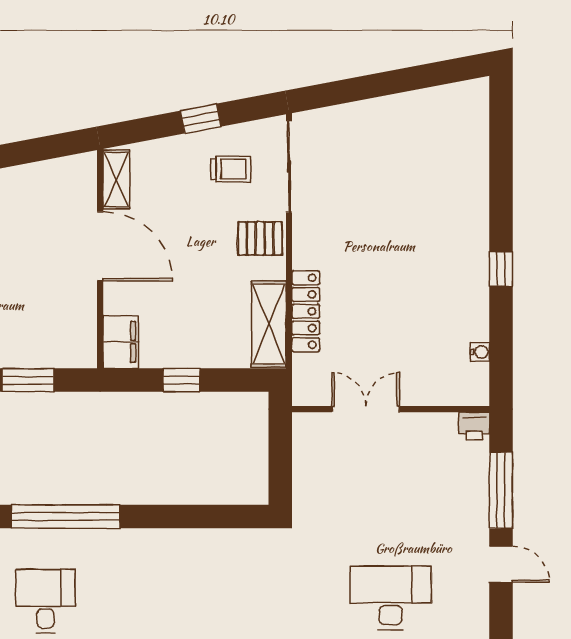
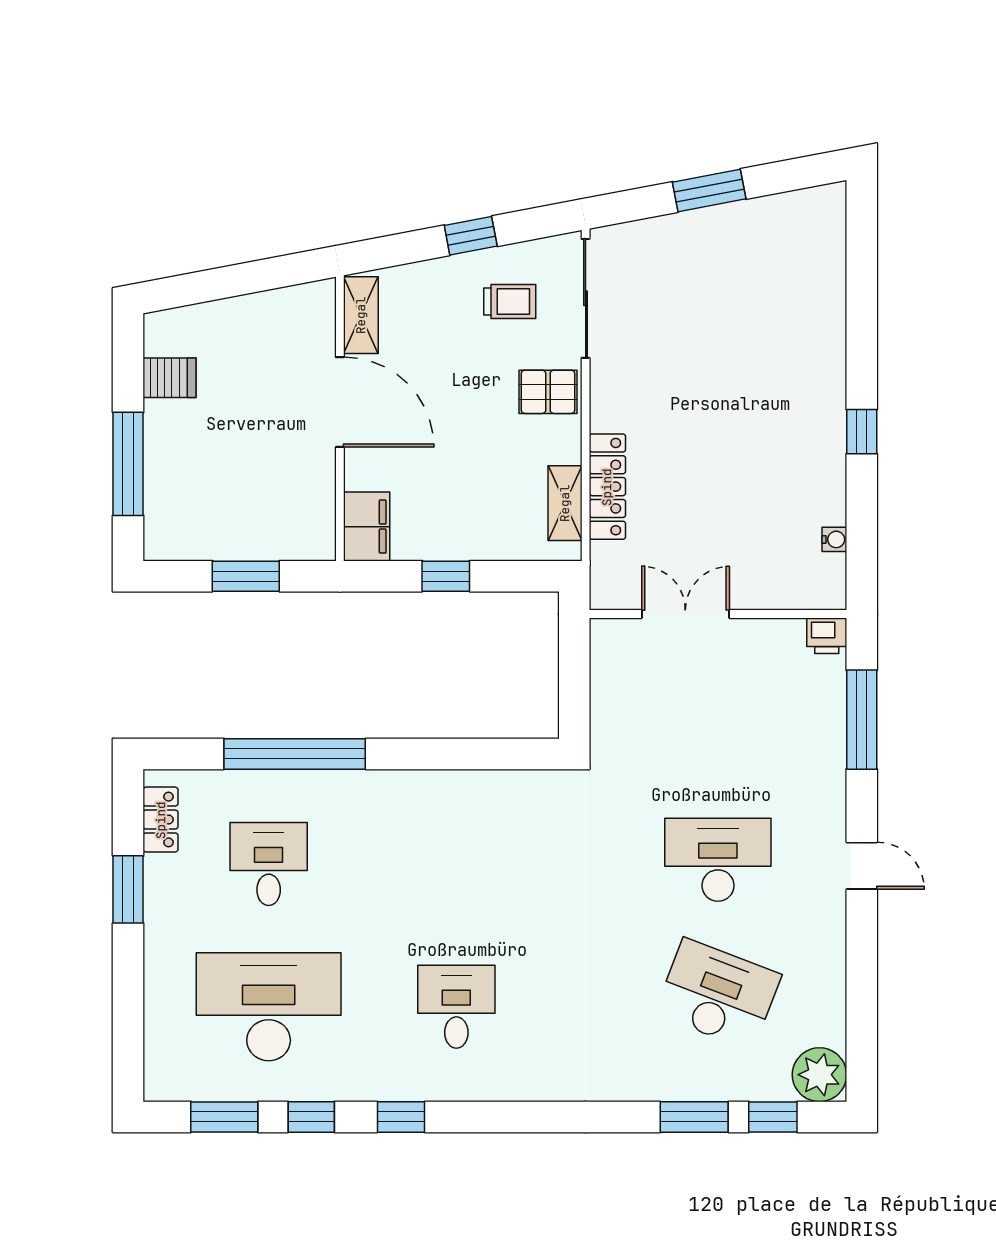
window: (384, 84) -> (709, 191), added
shelving: (269, 324) -> (565, 503), width x0.67, depth x0.75
door: (501, 564) -> (862, 866), moved

